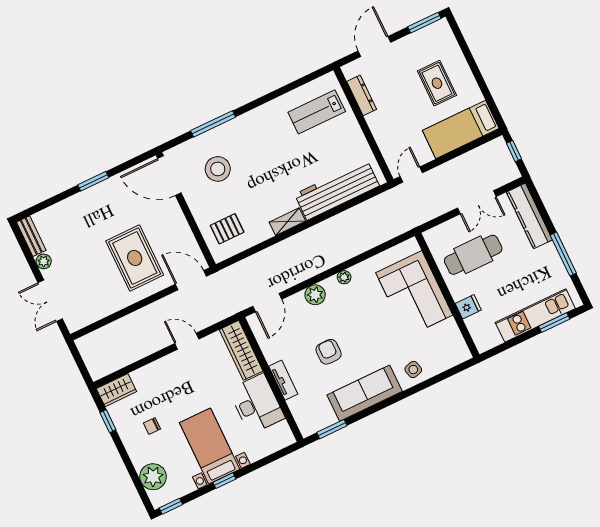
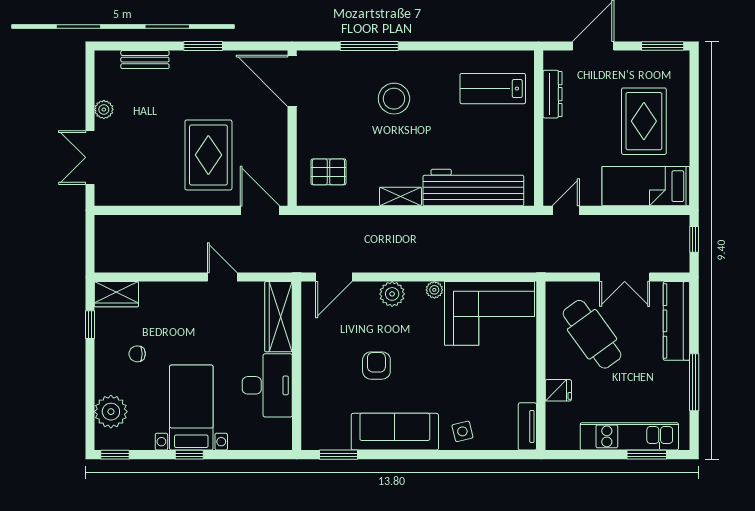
rug: (437, 83) -> (644, 121), width x1.36, depth x1.43
stool: (218, 169) -> (394, 99), moved
bench: (31, 236) -> (145, 60), moved, turned 90
cafe table: (473, 255) -> (592, 334), turned 54
corner sofa: (414, 294) -> (489, 313), moved, turned -90
tv unit: (283, 380) -> (527, 426), moved, turned 180

